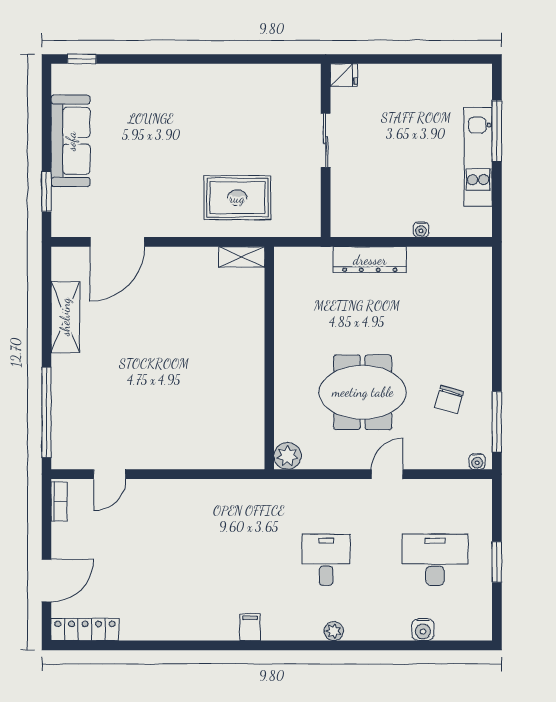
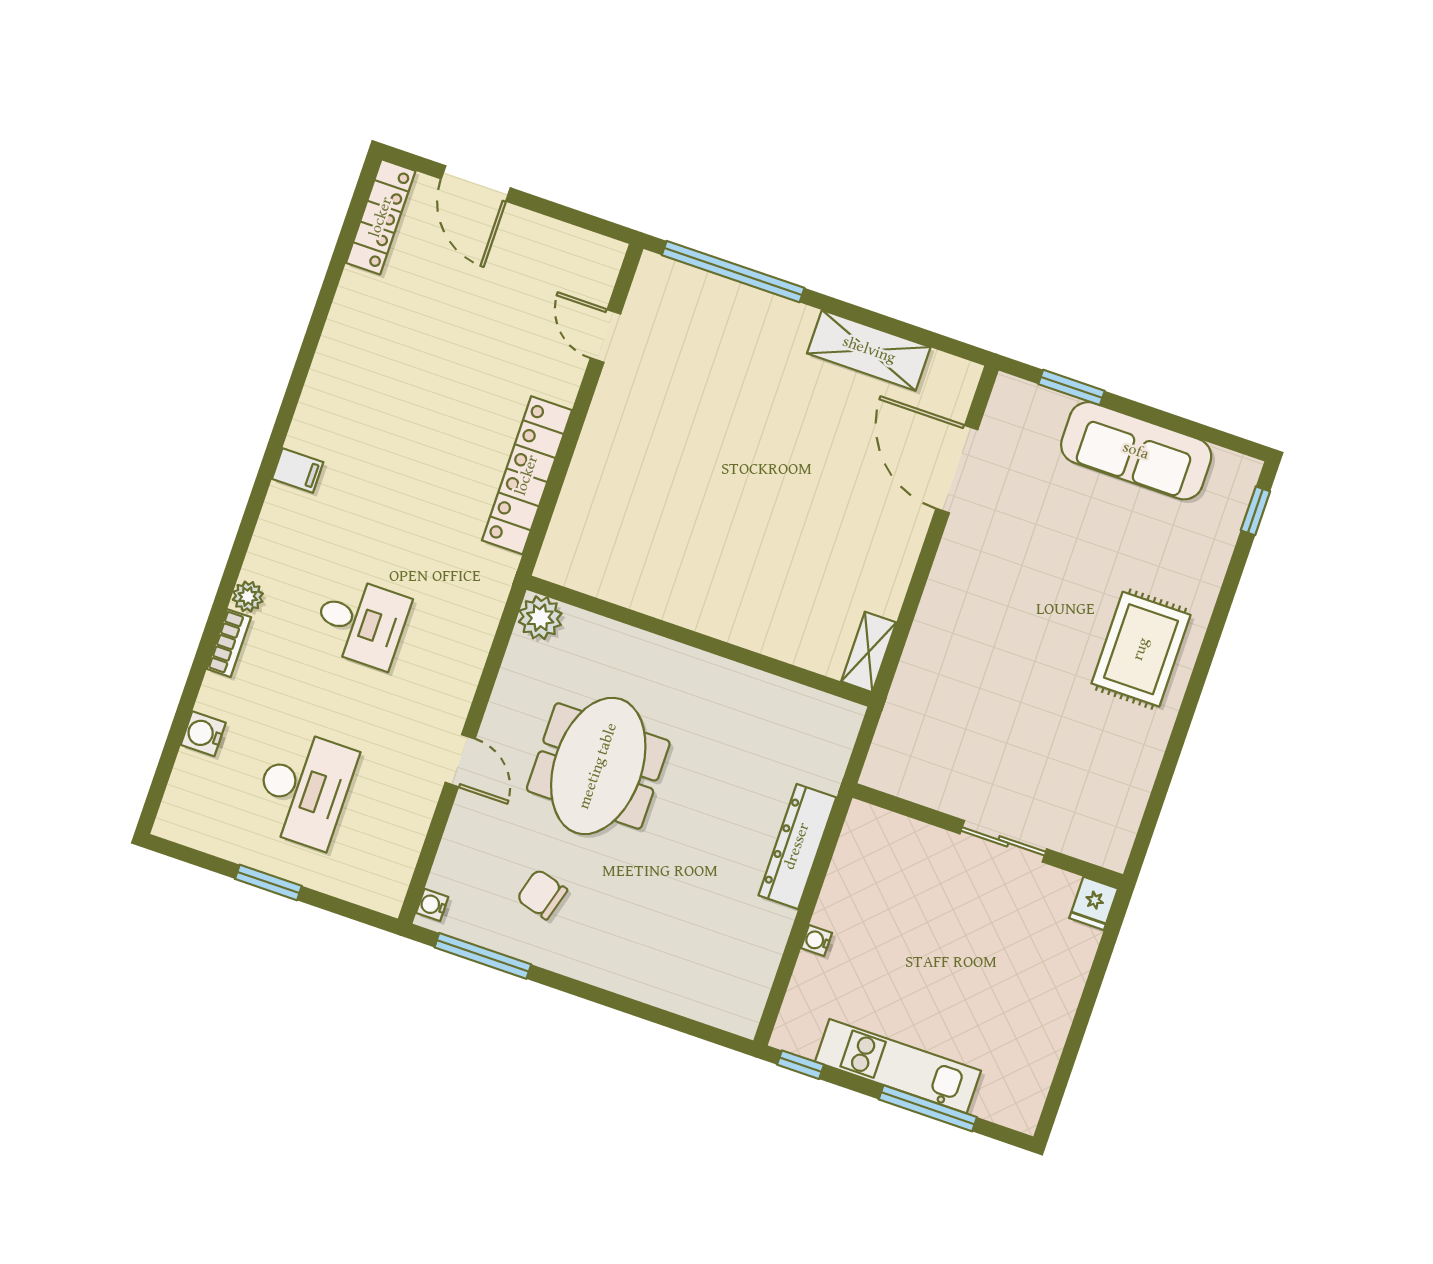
rug: (237, 198) -> (1141, 649), moved
window: (497, 214) -> (801, 1065), added
locker: (207, 492) -> (527, 475), added
bookcase: (59, 501) -> (229, 643), moved, turned -90

